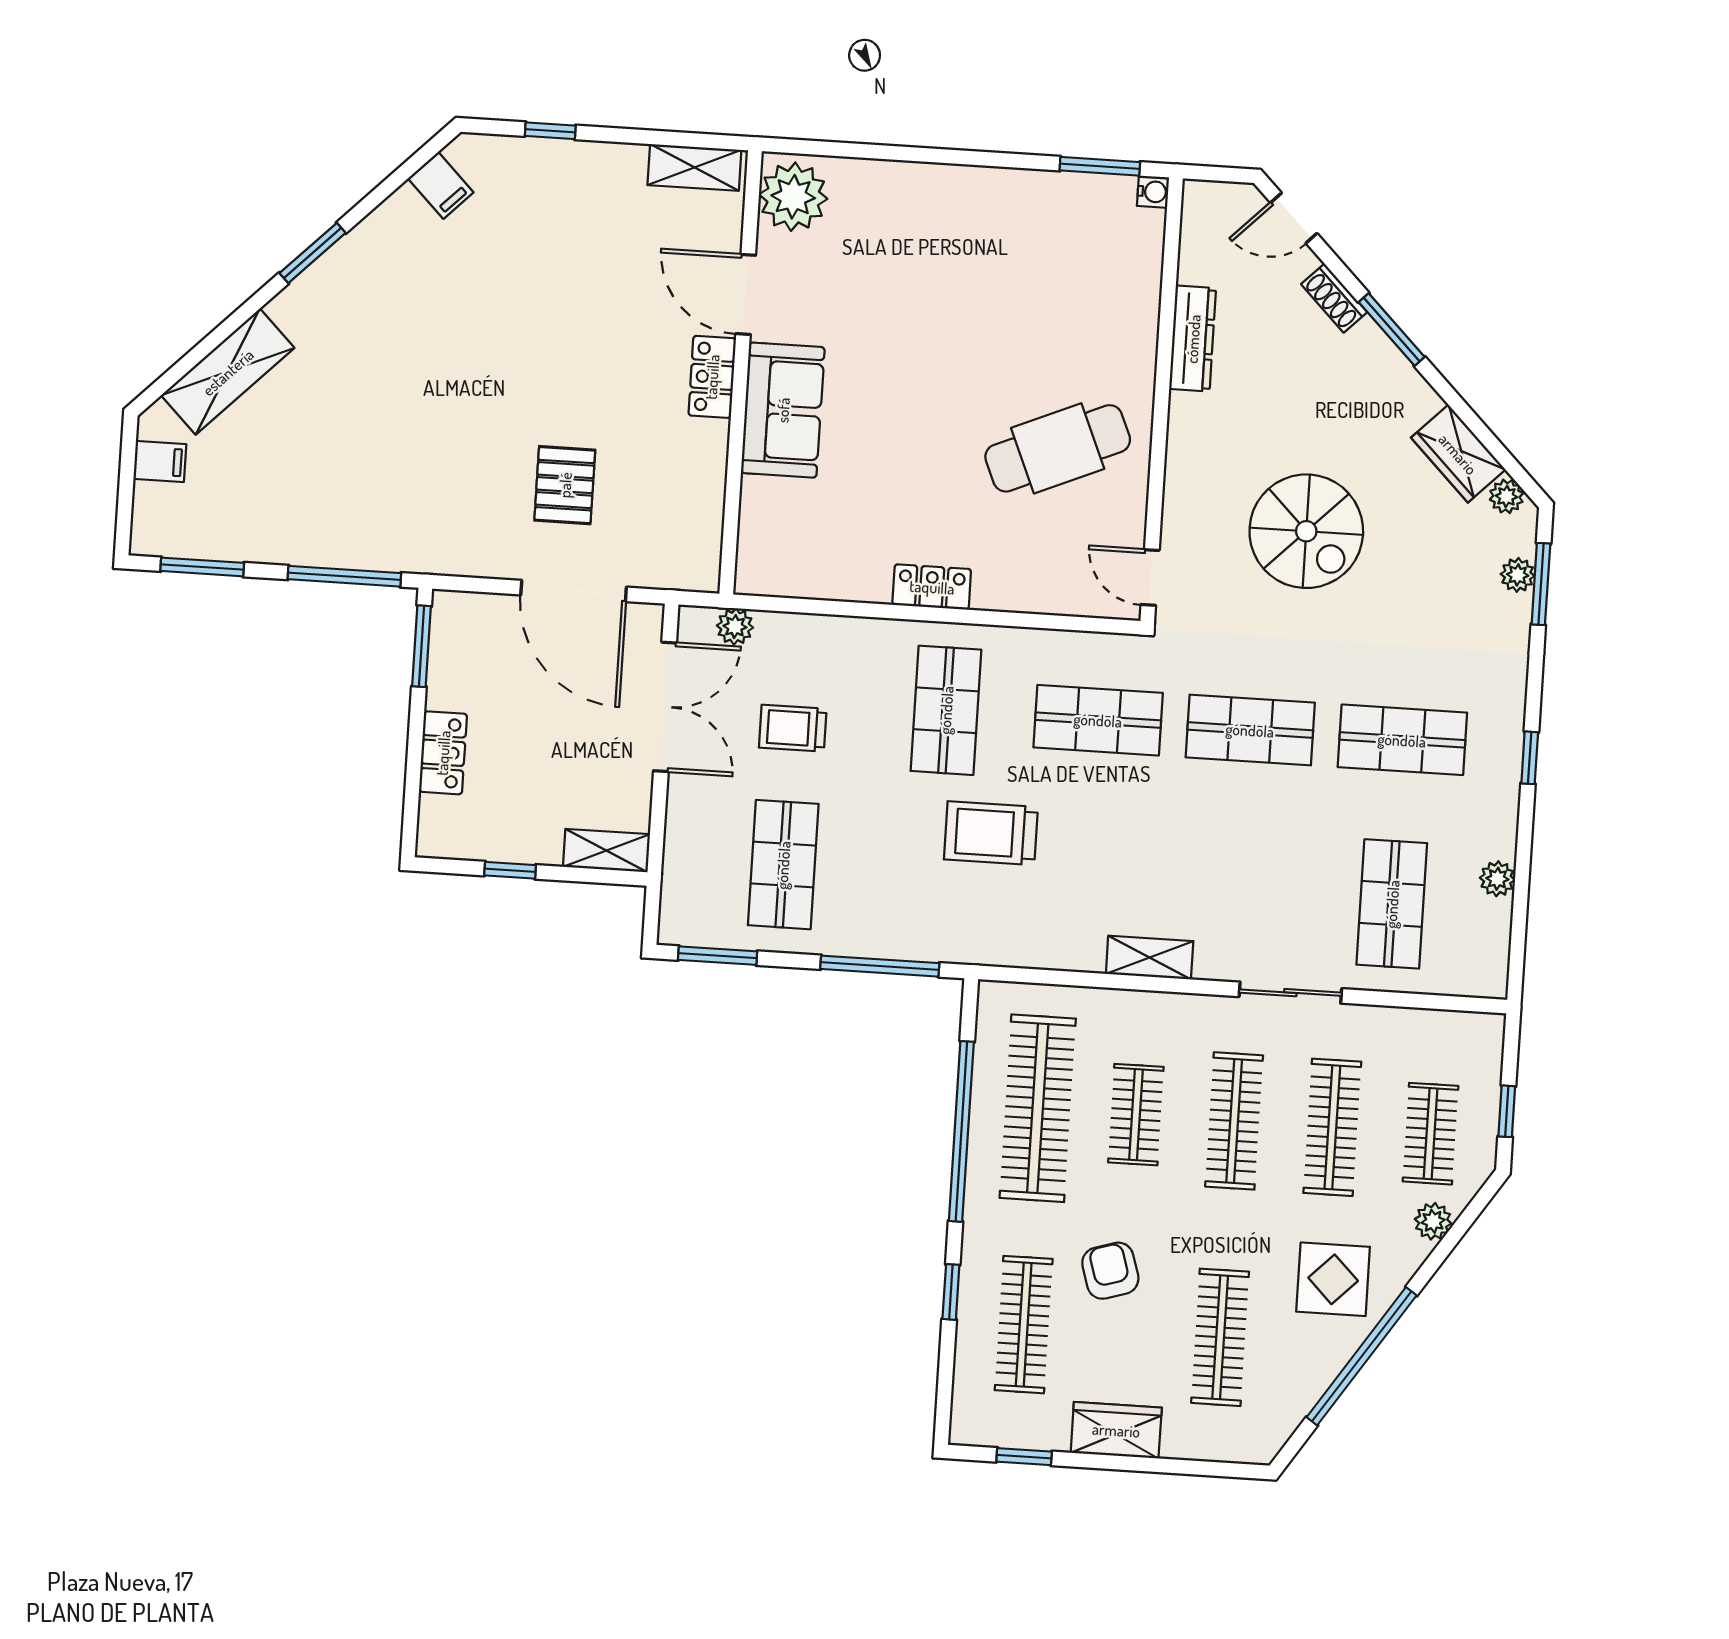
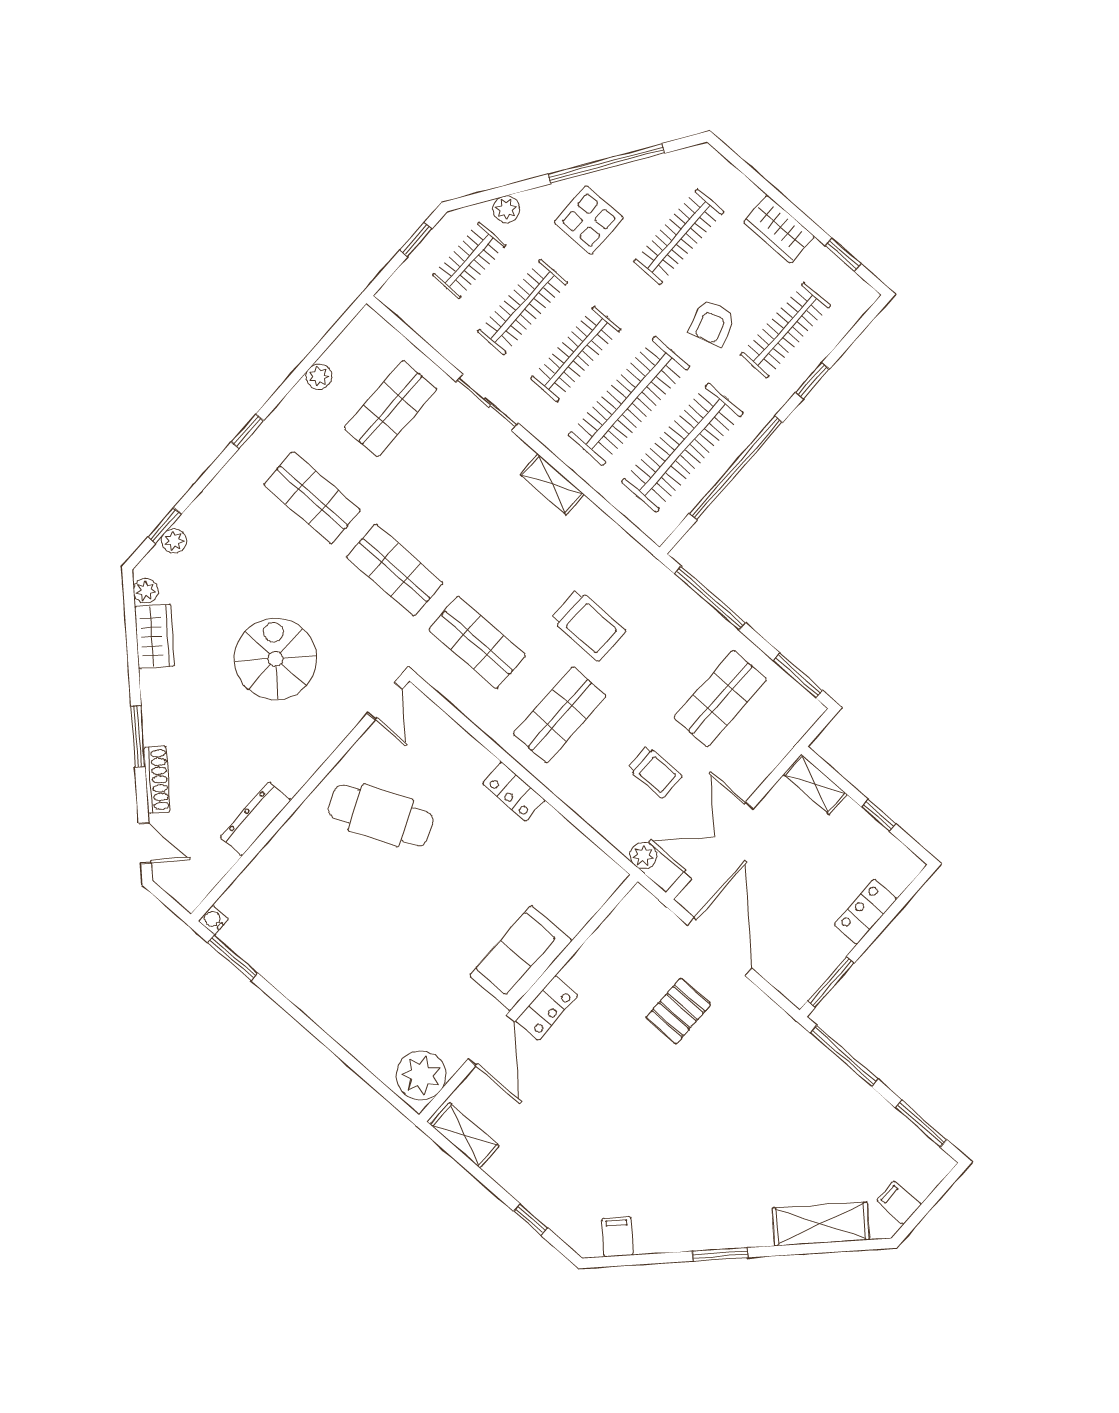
shoe rack: (1334, 298) -> (157, 780), width x1.43
window: (1541, 584) -> (165, 526), width x0.67
clothes rail: (1136, 1115) -> (629, 401), width x1.86, depth x1.31

